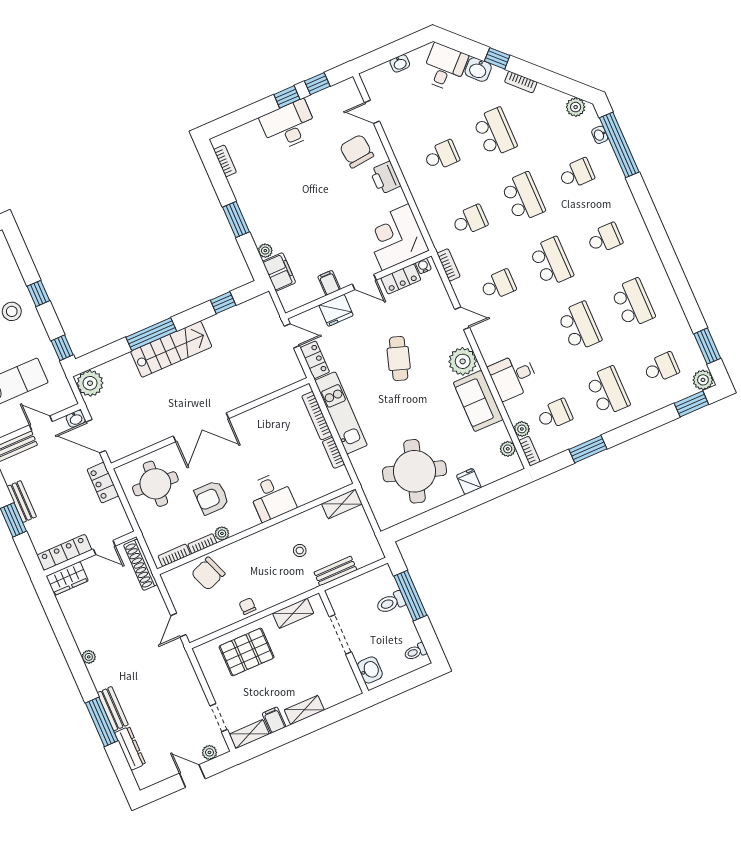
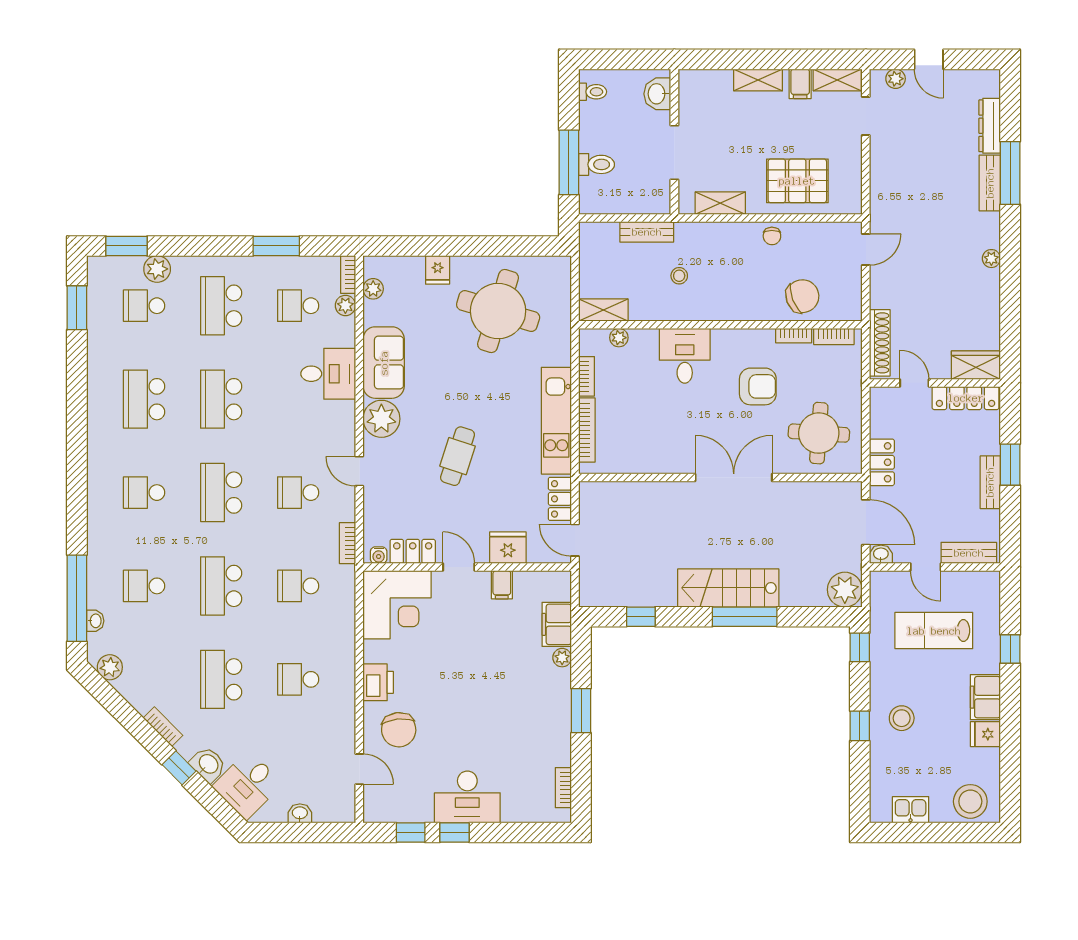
plant: (703, 380) -> (157, 269), moved
plant: (222, 533) -> (619, 338), moved

